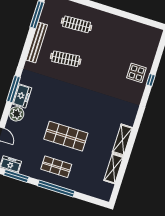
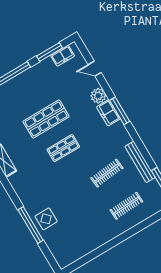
window: (151, 80) -> (31, 225), width x3.17
shop shelf: (56, 167) -> (63, 148), moved

